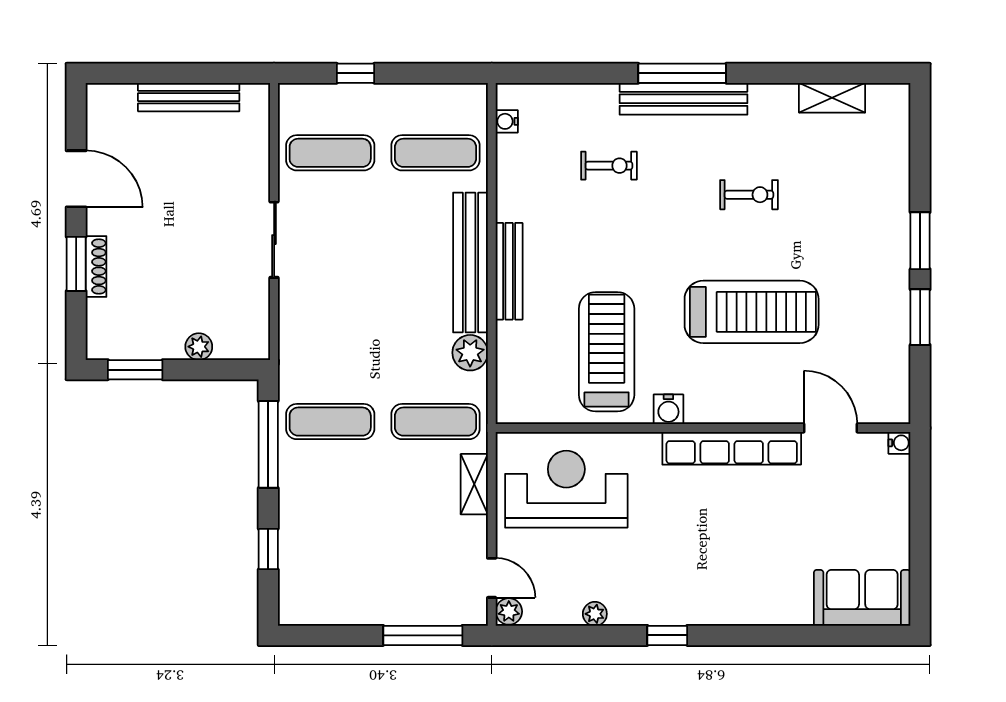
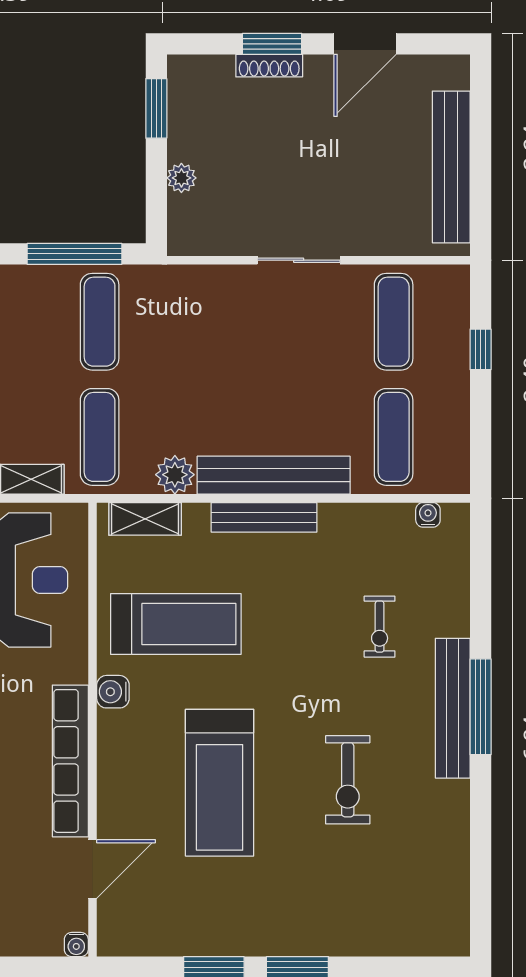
bench: (189, 97) -> (451, 167), width x1.37, depth x1.21
shelving: (832, 98) -> (145, 519), moved, turned 90
exercise bike: (749, 195) -> (348, 780), width x1.38, depth x1.39

